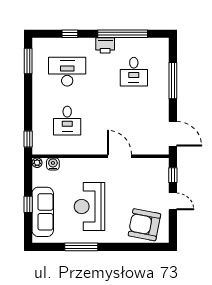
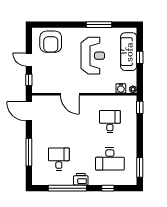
armchair: (144, 225) -> (51, 42), turned 79

